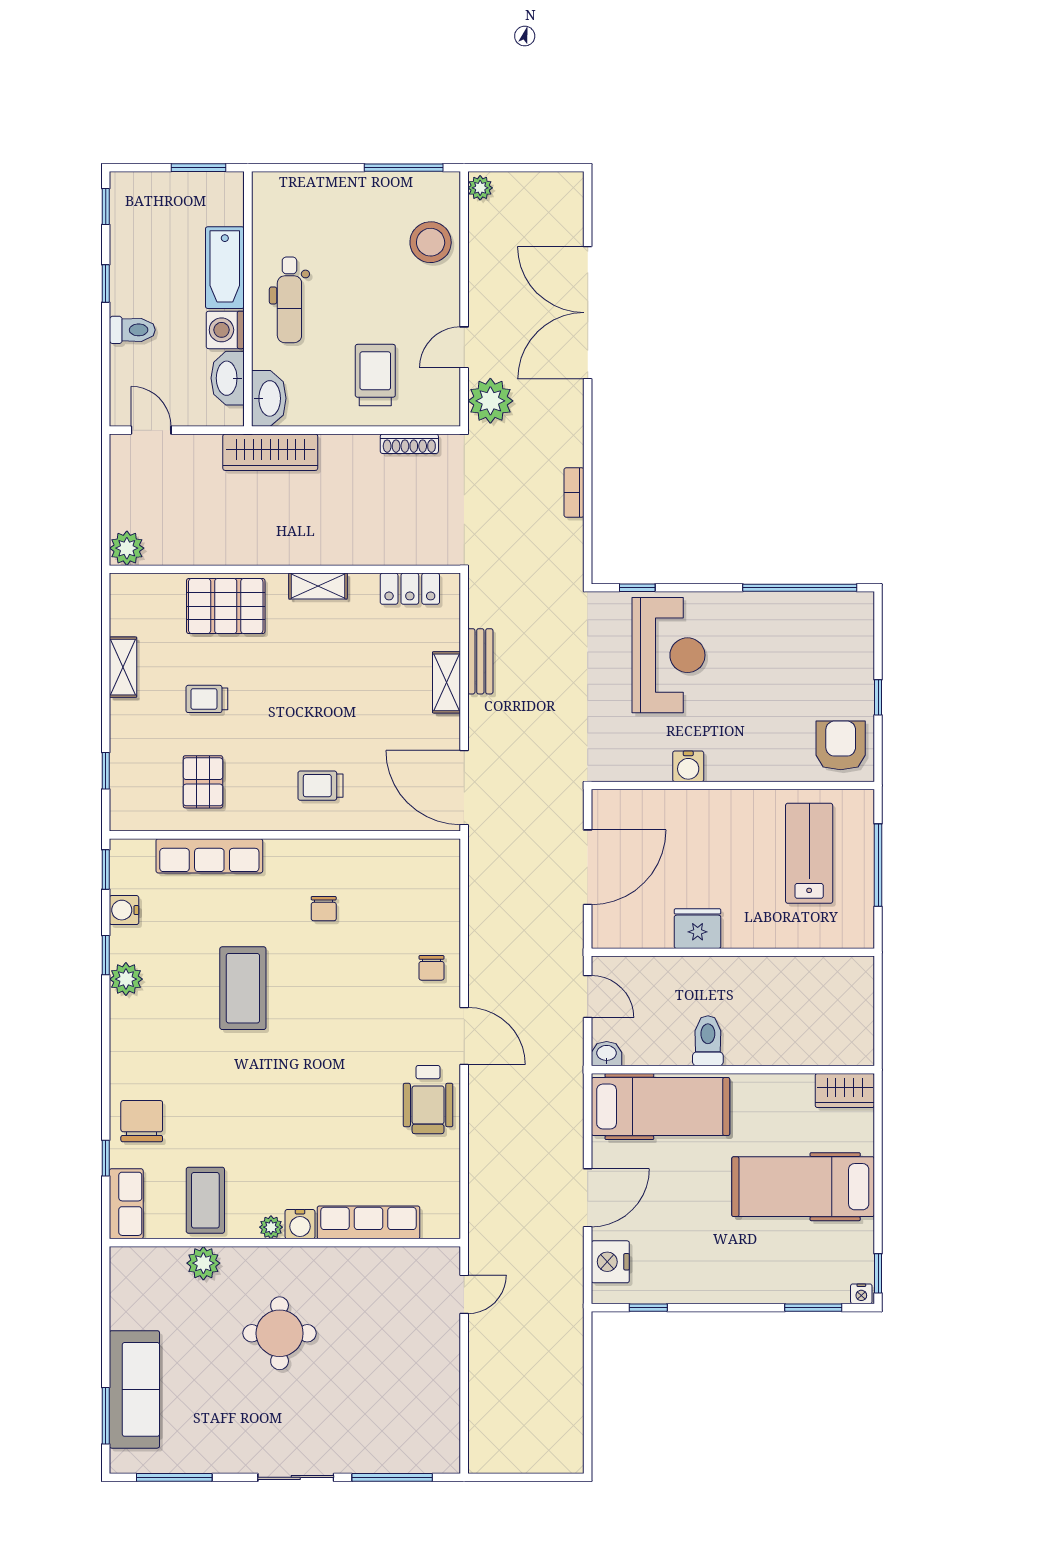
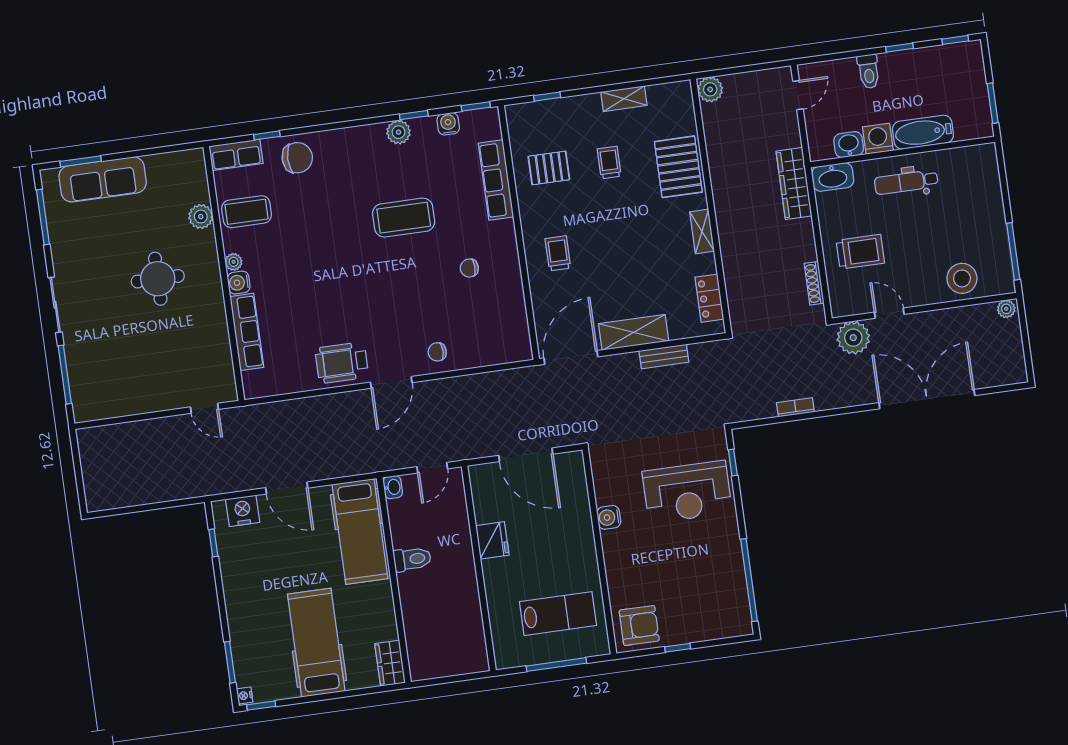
washbasin: (228, 378) -> (849, 145), width x0.72
shelving: (447, 682) -> (634, 332), width x1.50, depth x1.33

